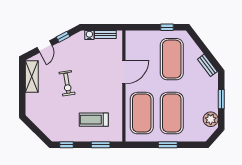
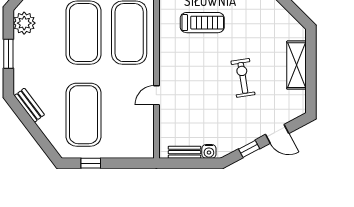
door: (45, 46) -> (277, 134), swing flipped
door: (124, 72) -> (156, 95), width x0.53
shelving: (32, 77) -> (296, 65), moved

